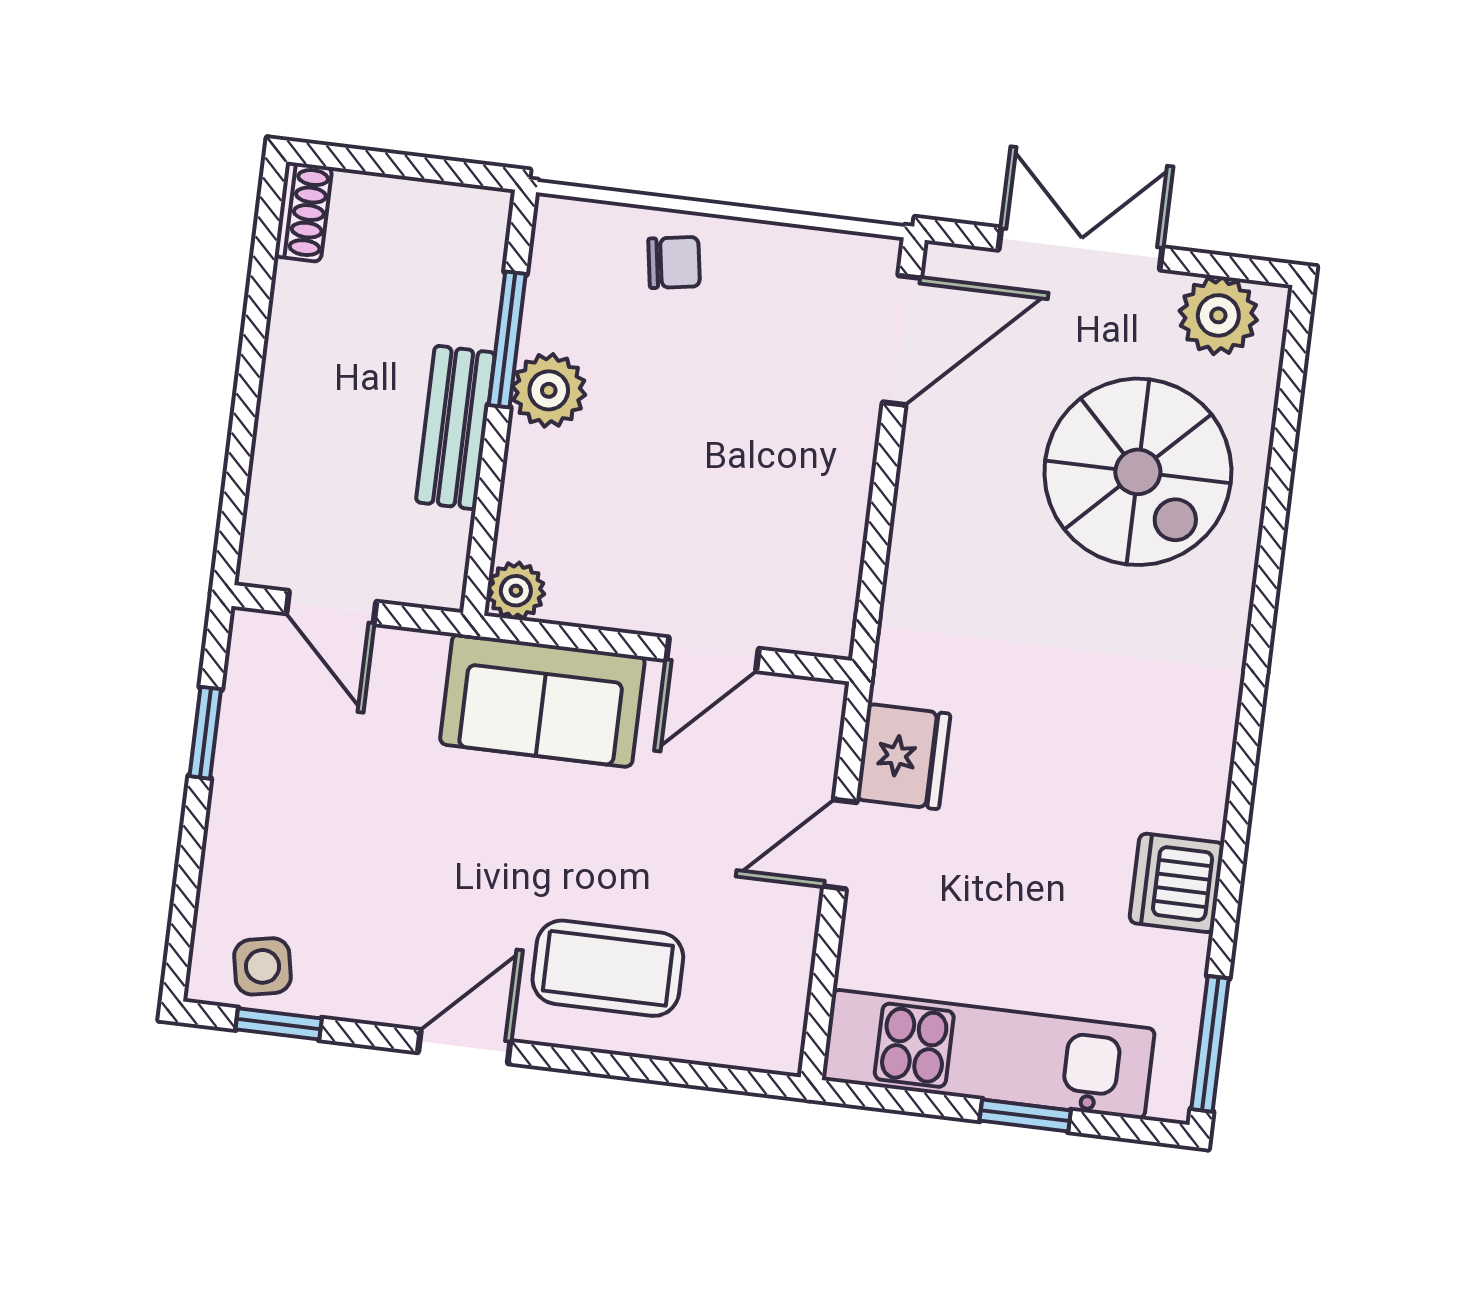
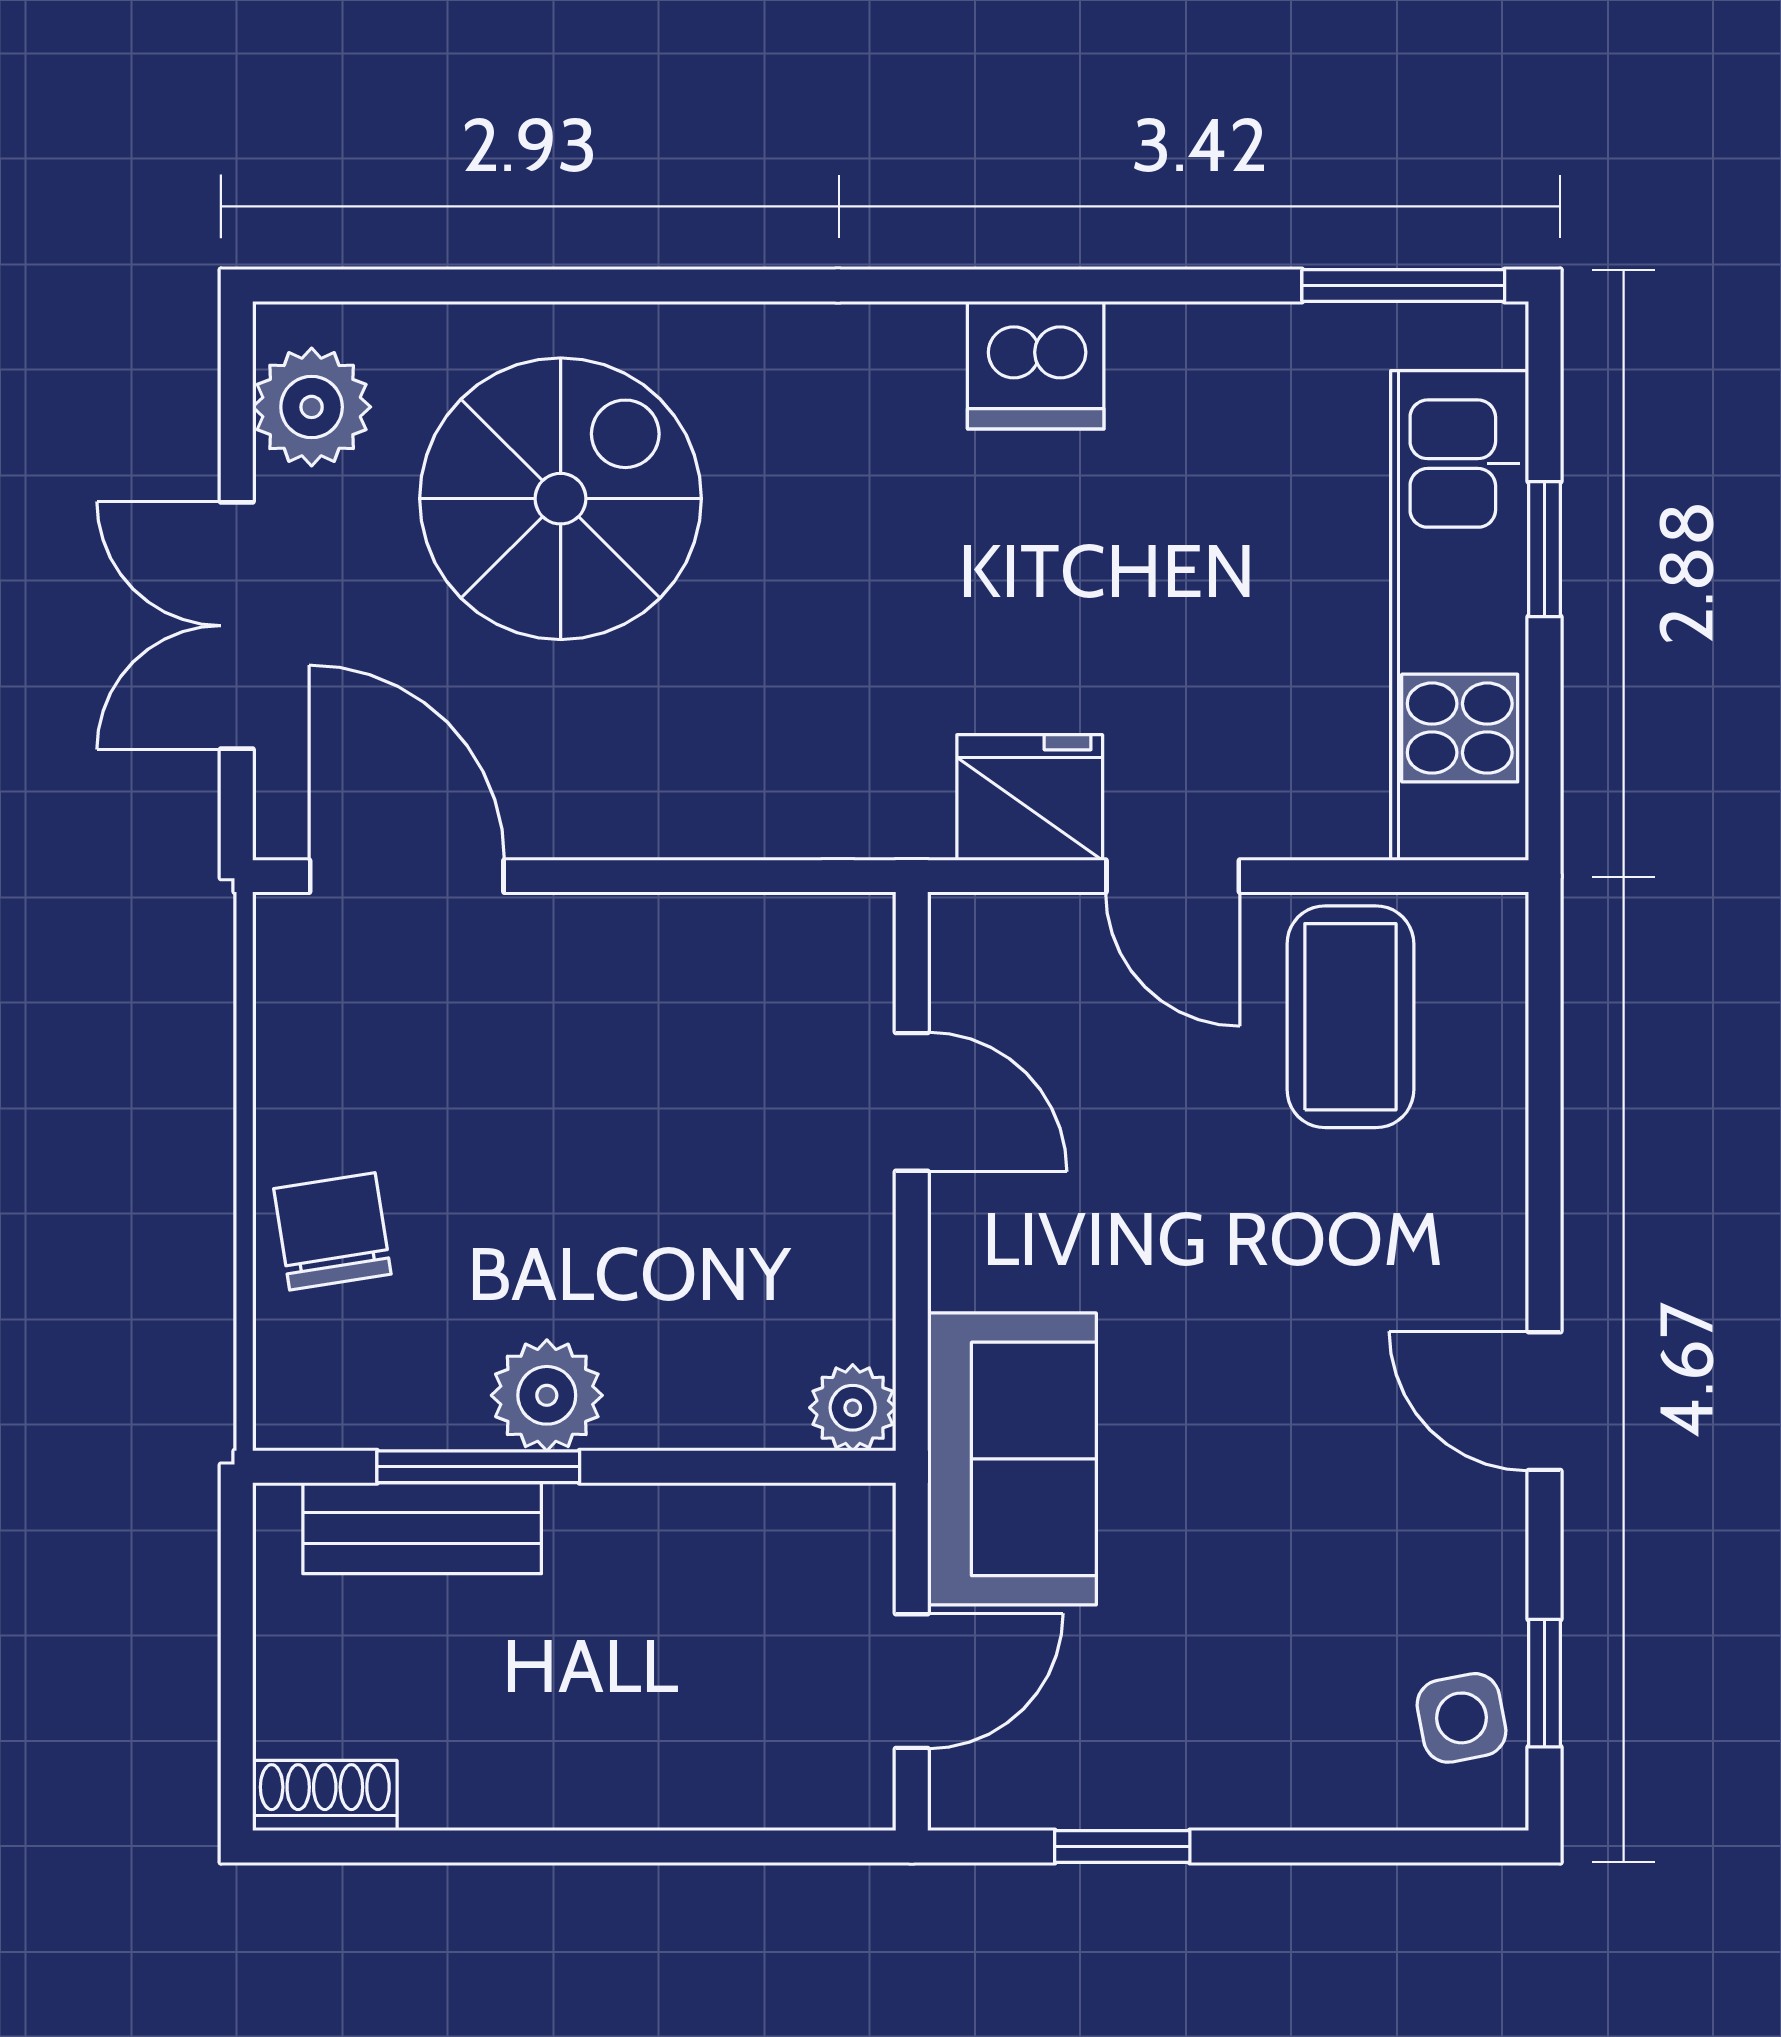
chair: (674, 262) -> (332, 1231), width x1.37, depth x1.37
bench: (455, 427) -> (422, 1528), moved
sofa: (542, 700) -> (1012, 1459), moved
dishwasher: (1177, 883) -> (1036, 365), moved
coffee table: (608, 968) -> (1350, 1017), moved

